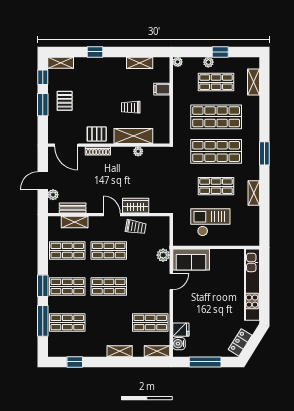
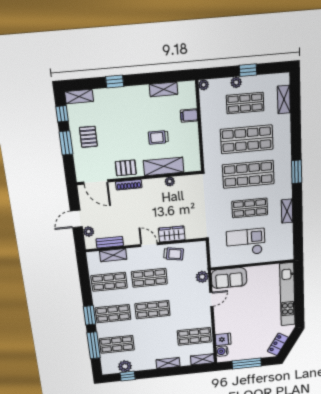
plant: (73, 350) -> (125, 366), added

